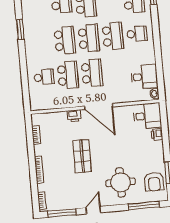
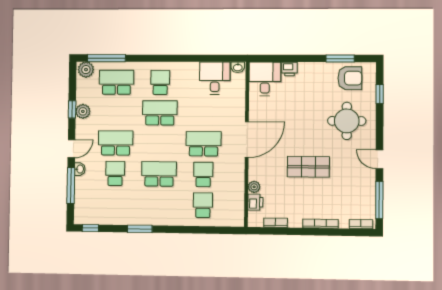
school desk: (89, 38) -> (159, 143), removed
school desk: (68, 75) -> (203, 174), width x0.54
plant: (62, 116) -> (254, 187), added
printer: (74, 116) -> (255, 202), moved
window: (144, 206) -> (380, 94), width x0.46

